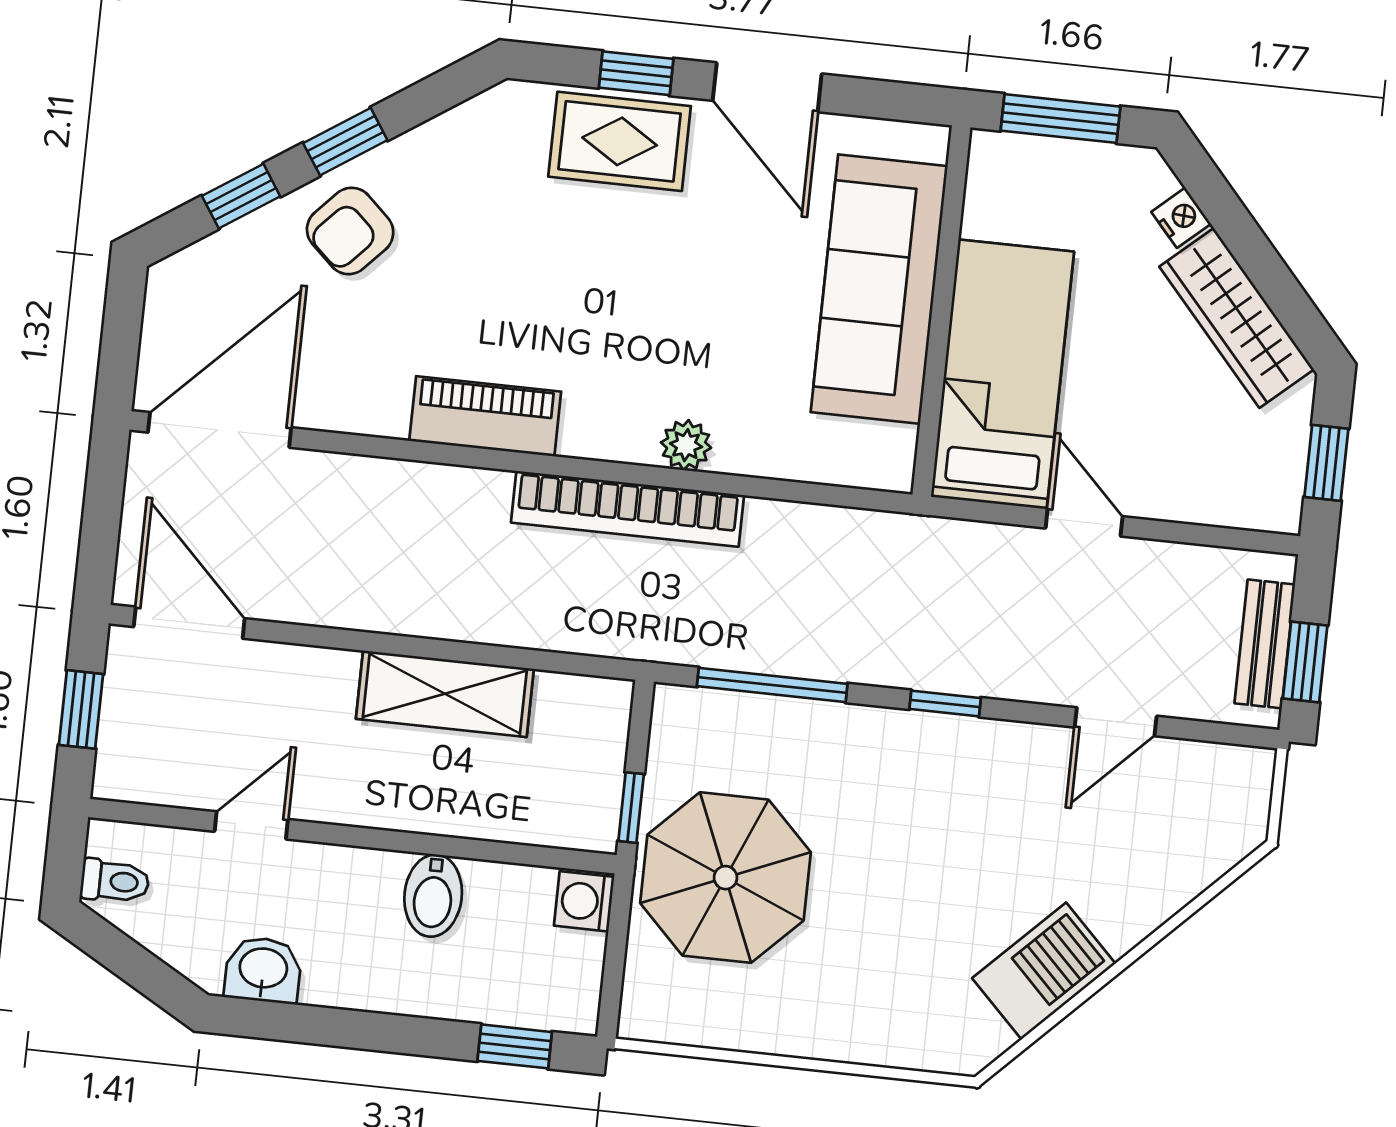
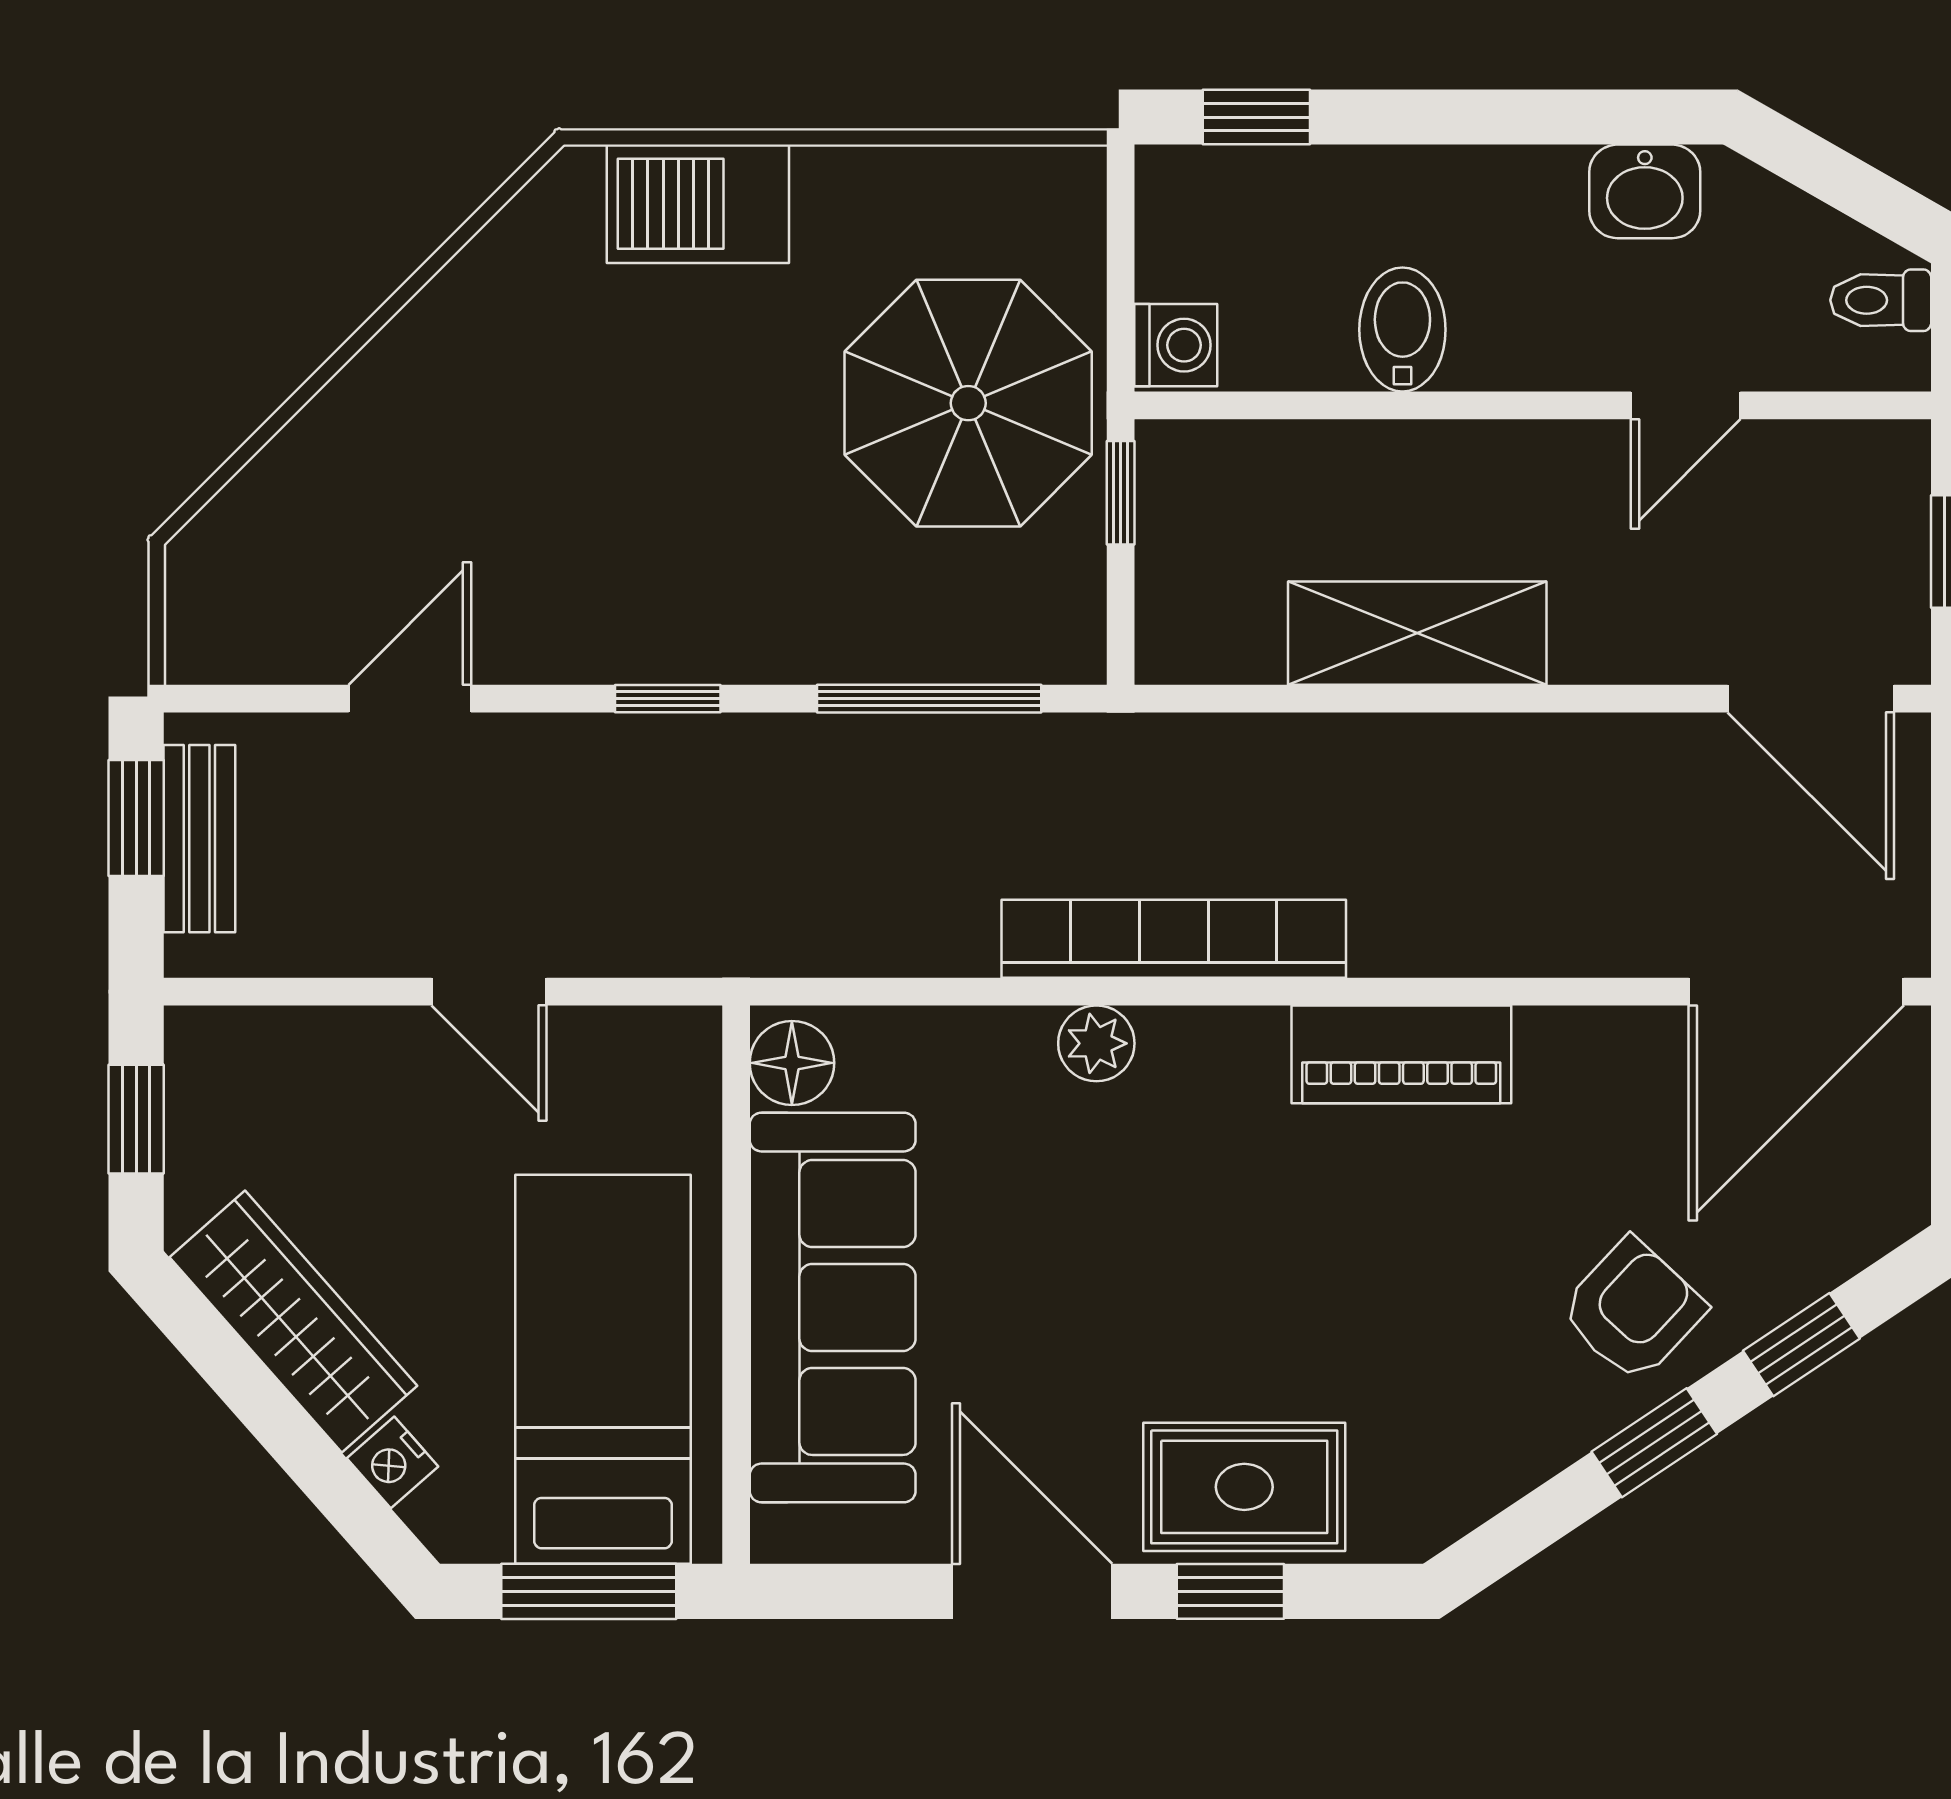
bed: (1002, 374) -> (603, 1369), moved, turned 180
floor lamp: (889, 454) -> (792, 1063), added
barbecue: (1044, 971) -> (698, 204), moved, turned 45

